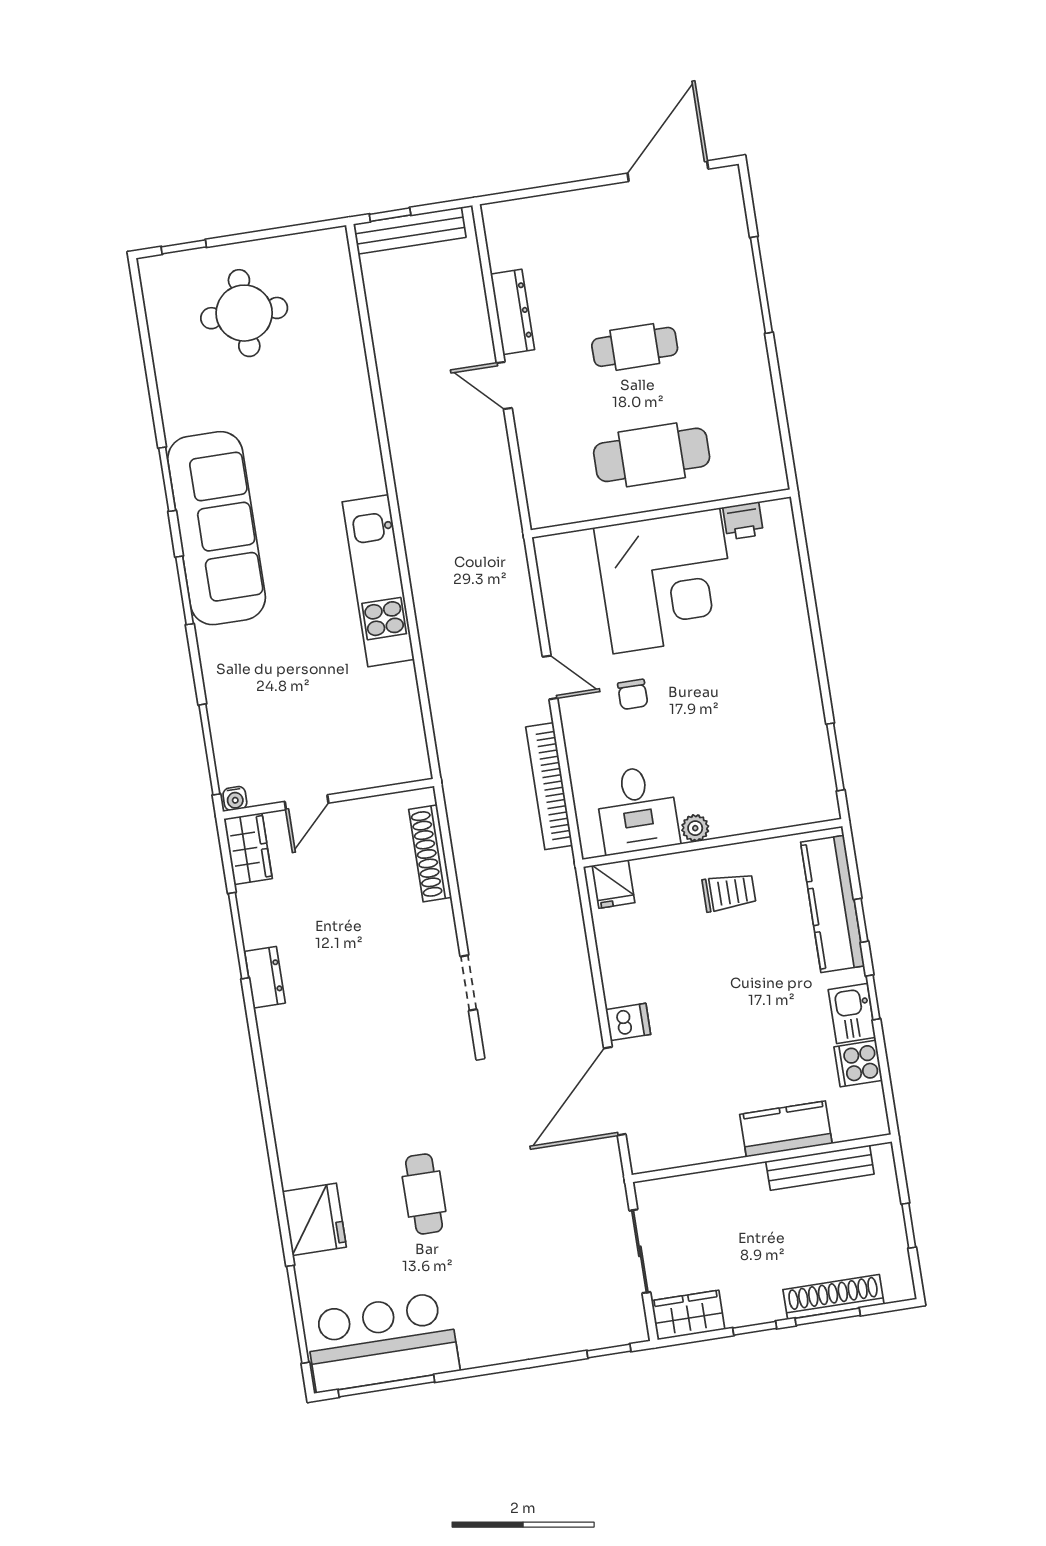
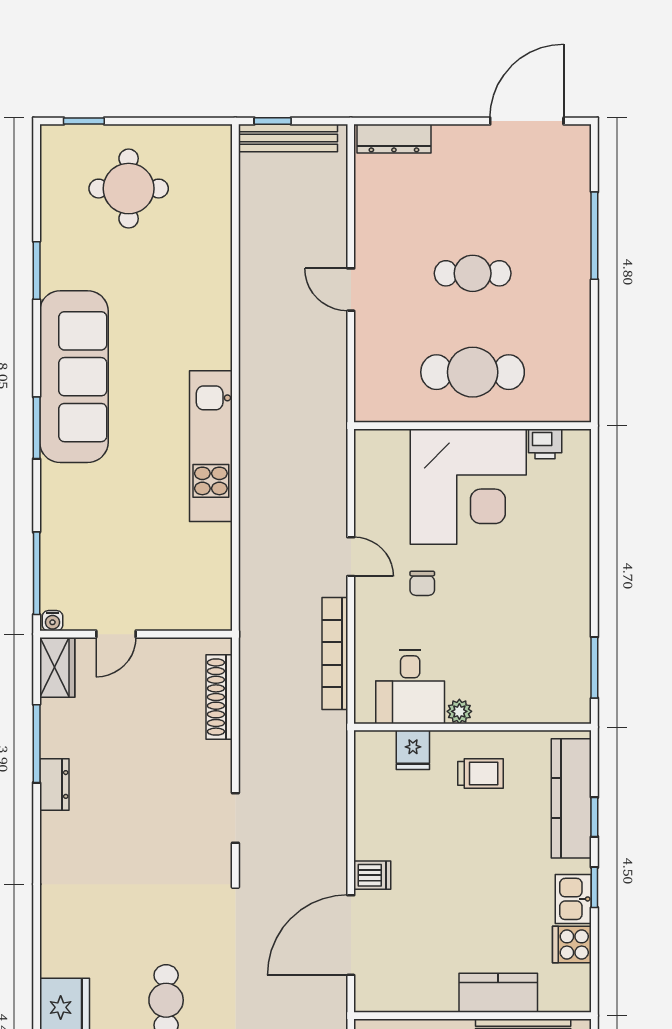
dresser: (513, 312) -> (394, 139), moved, turned 90
window: (167, 479) -> (37, 270), moved
fridge: (614, 884) -> (413, 750), moved

